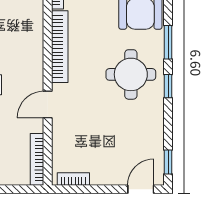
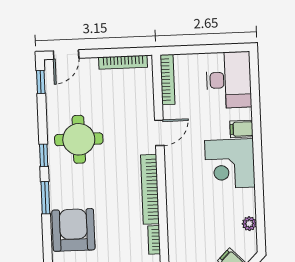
round table: (131, 74) -> (79, 139), moved
bookcase: (73, 179) -> (123, 62), width x1.56

